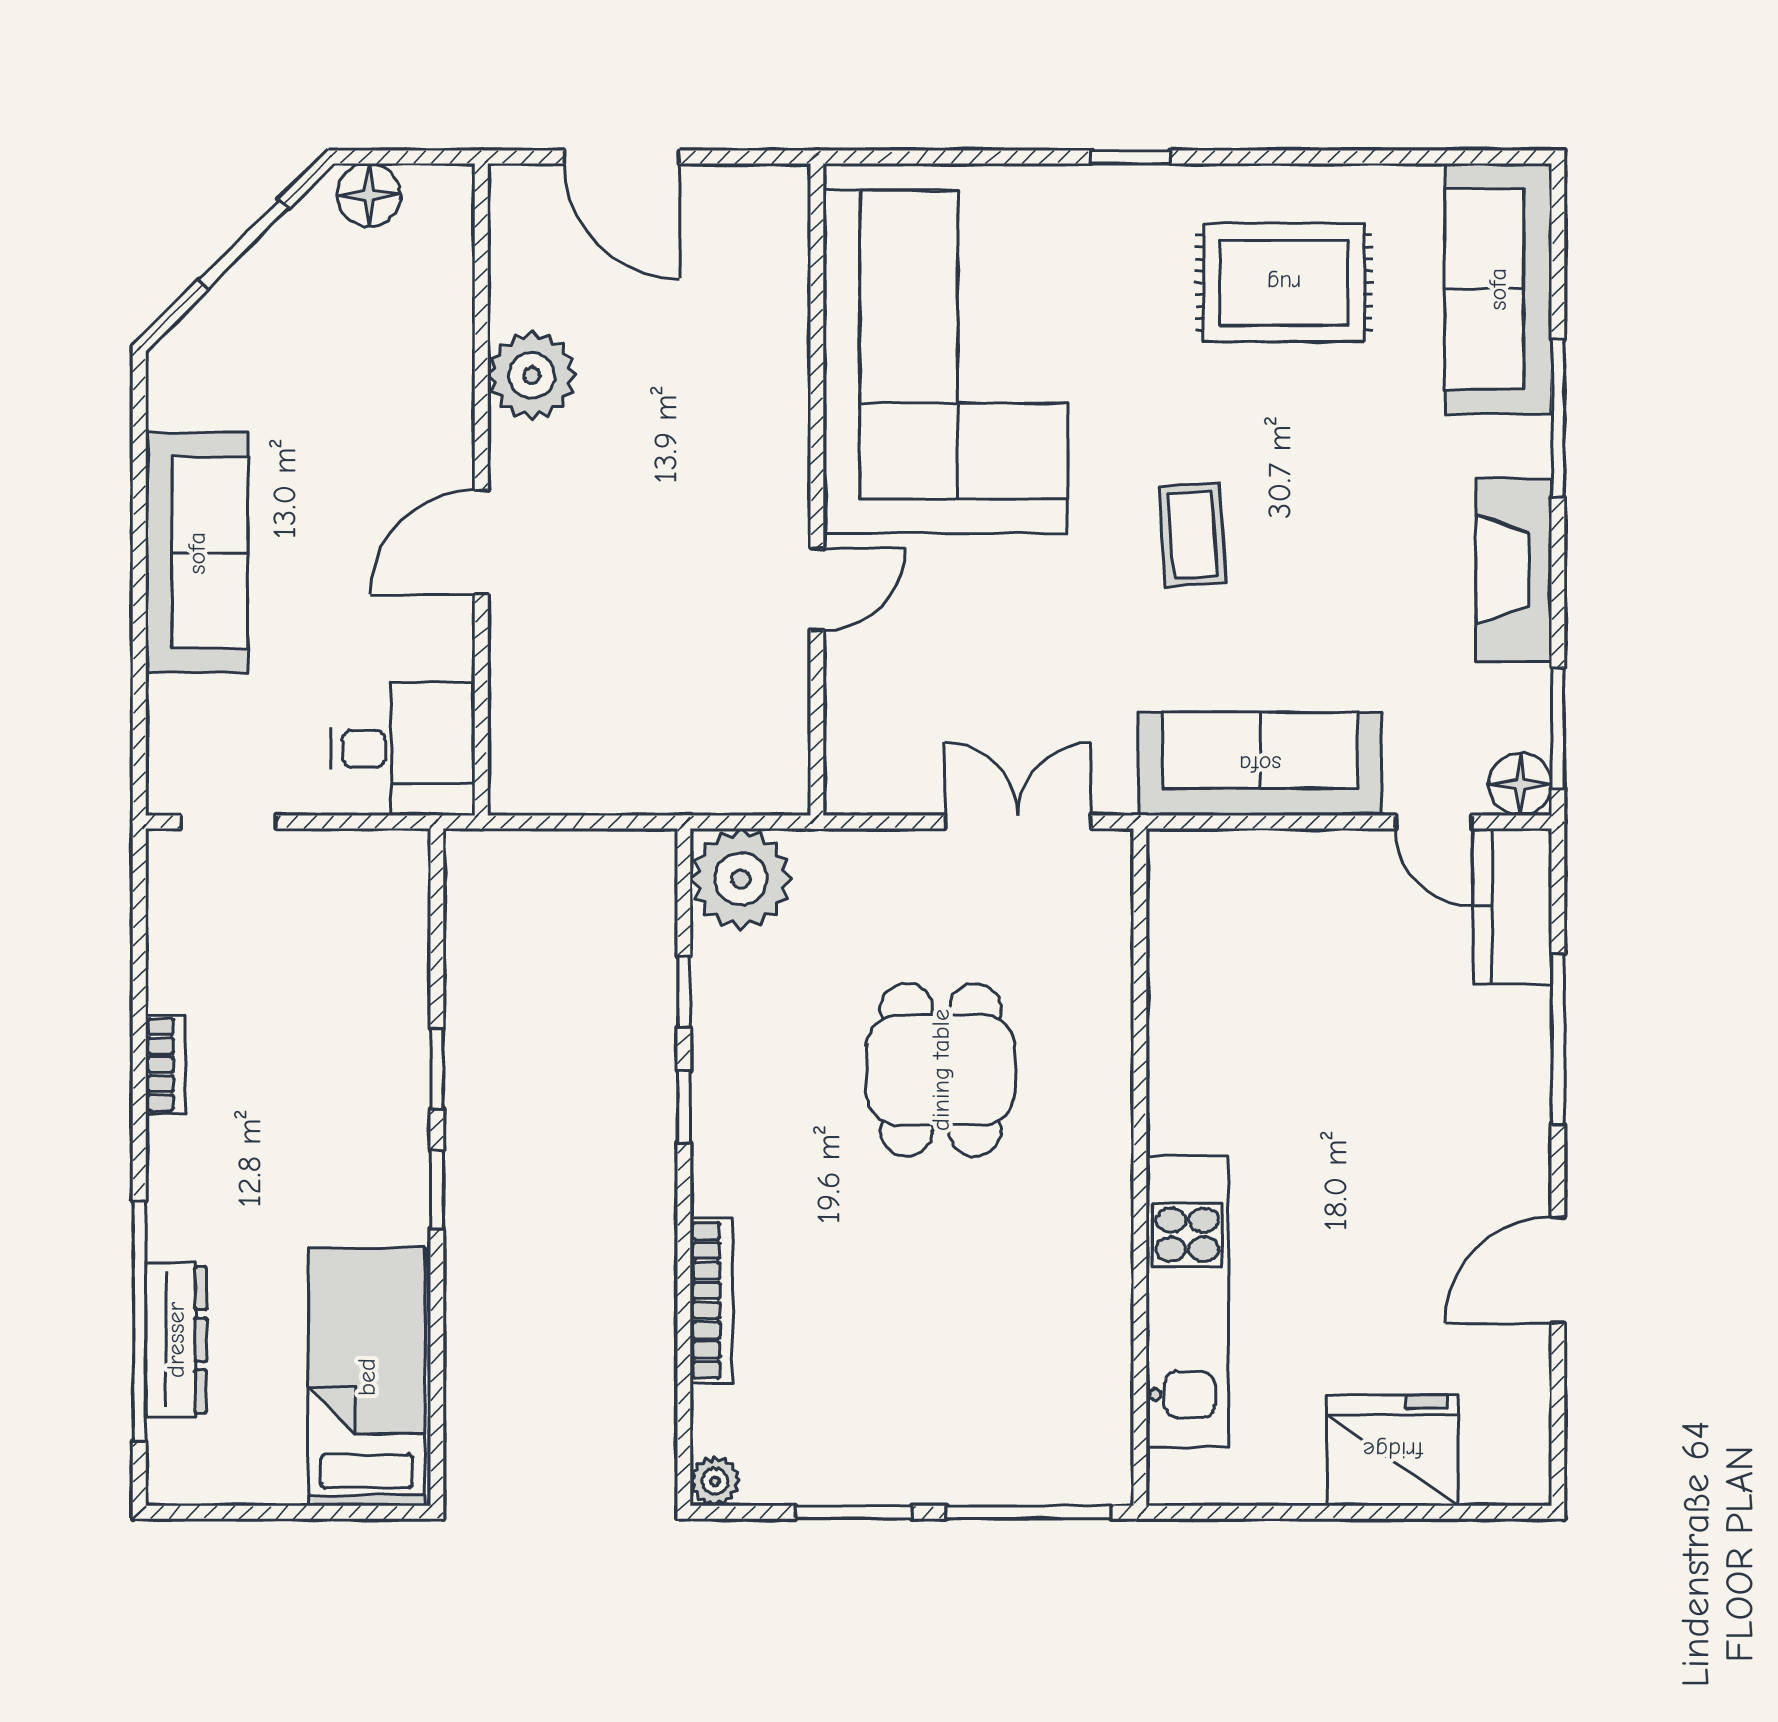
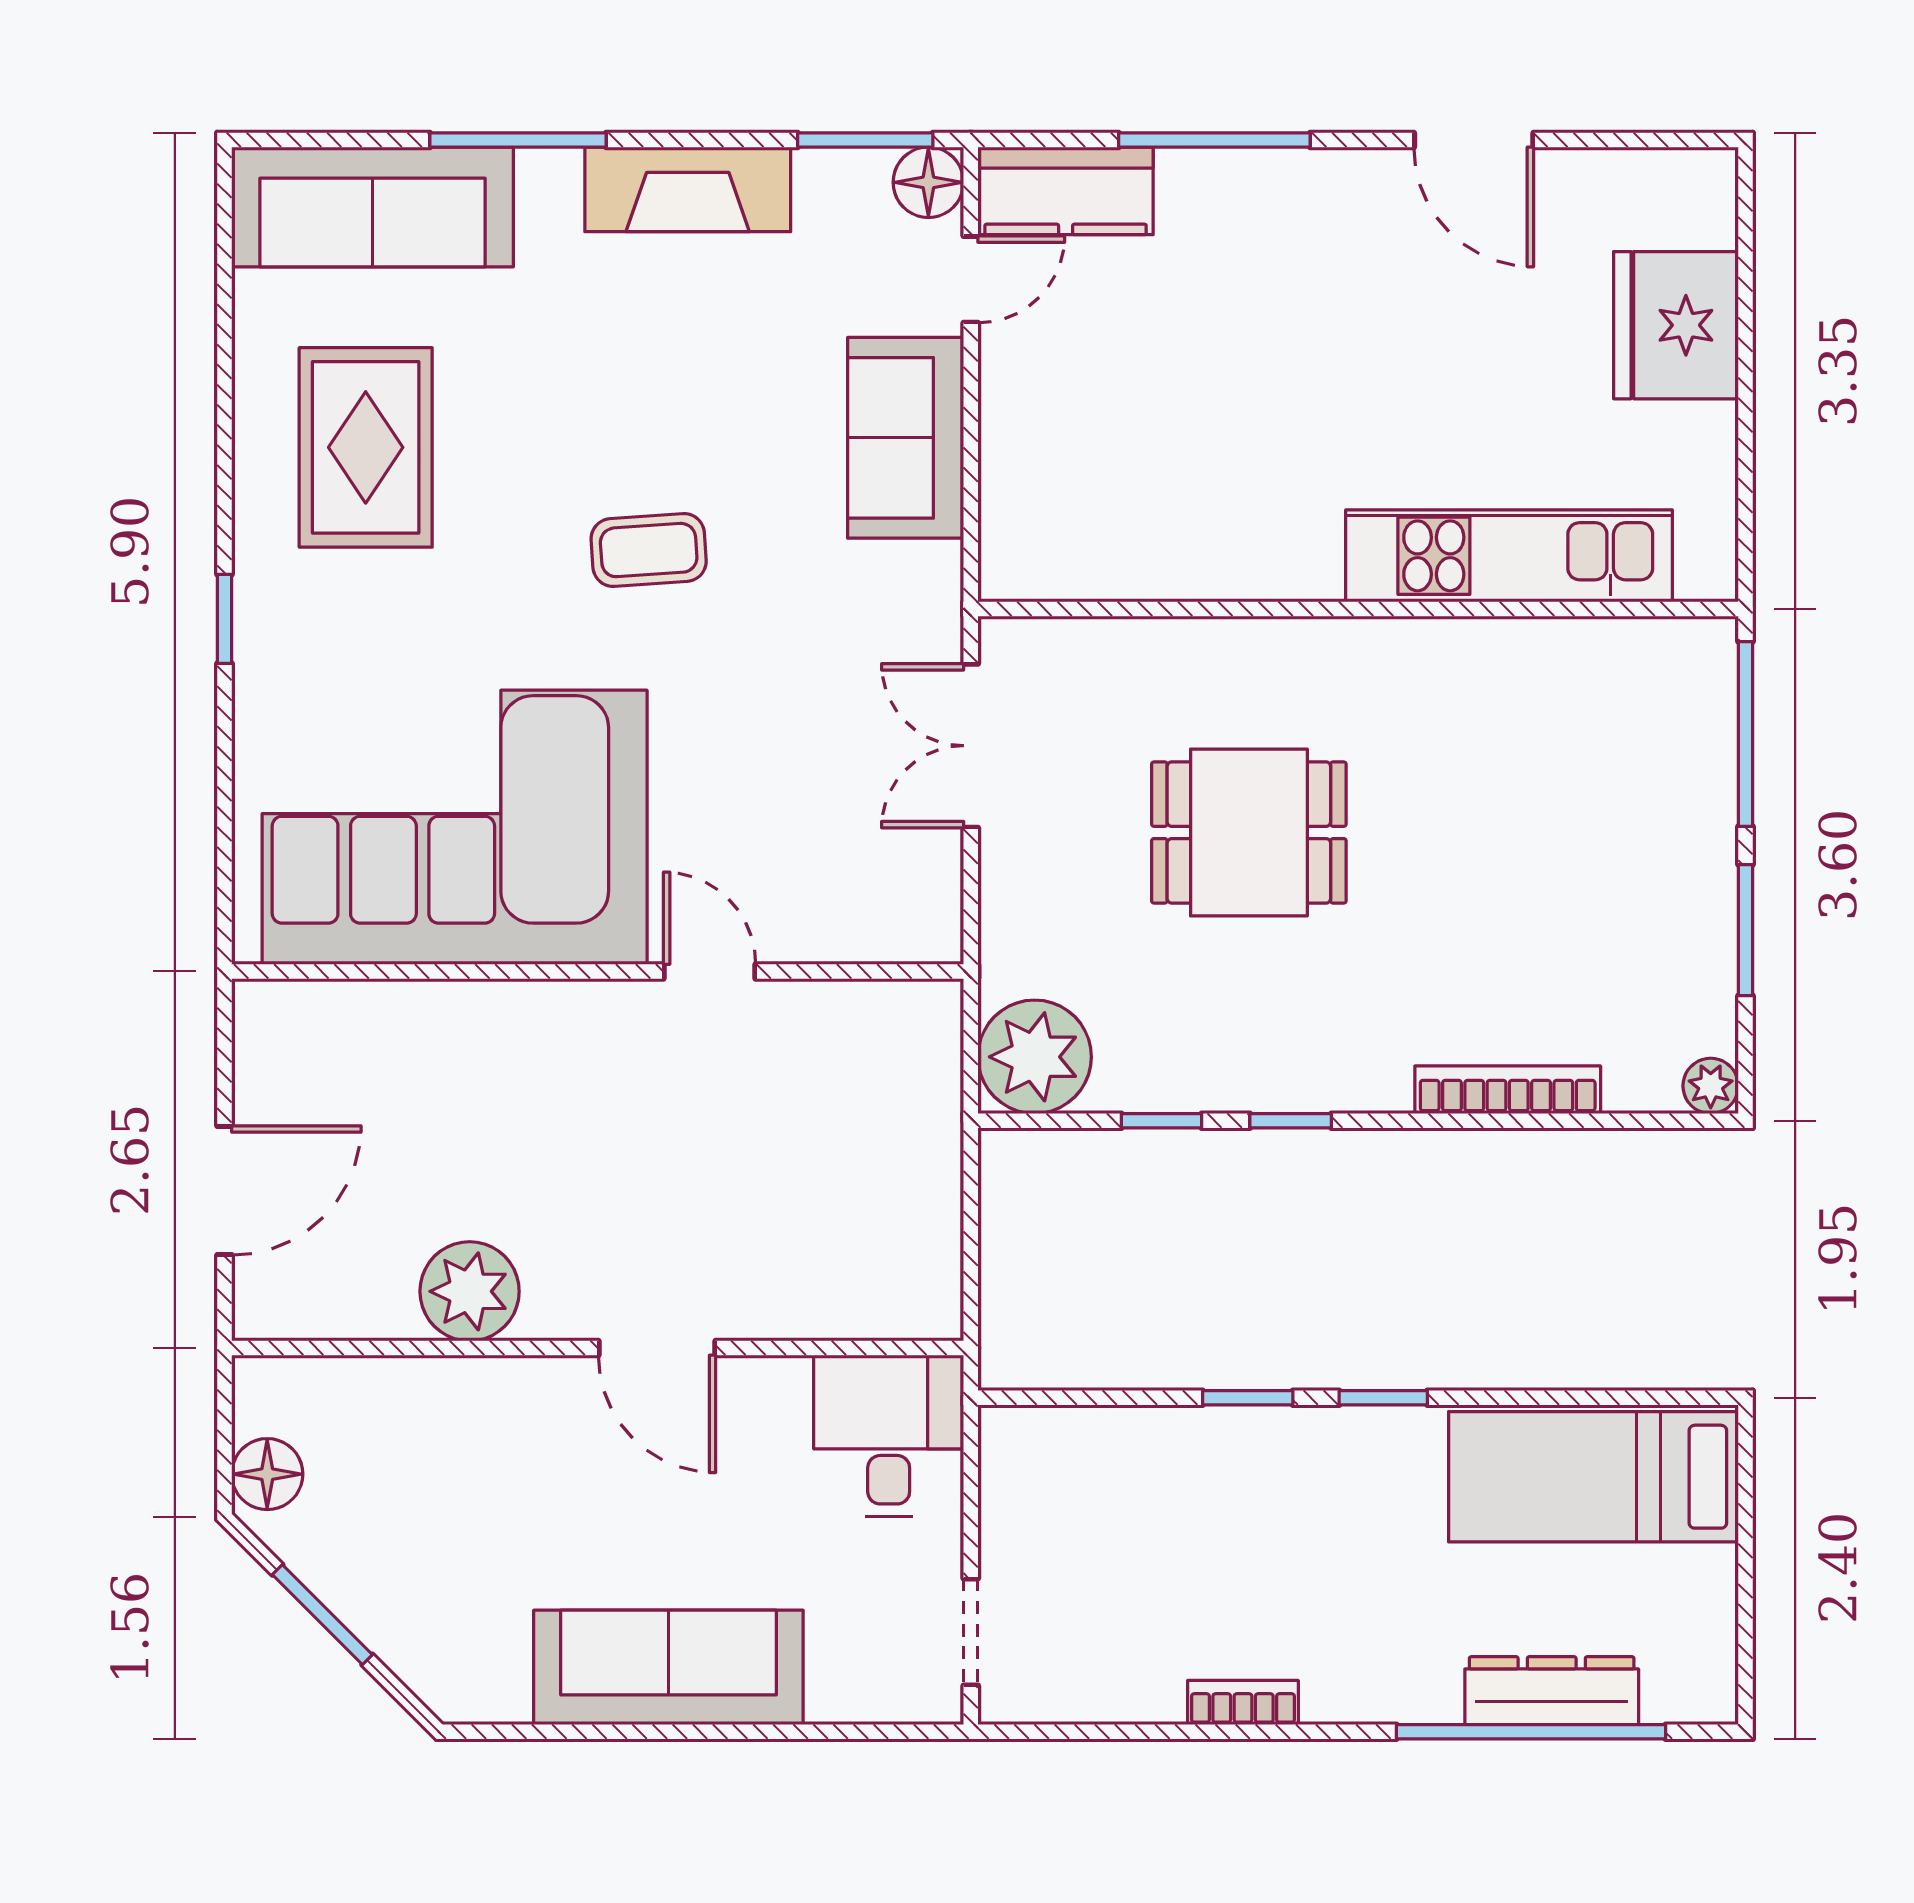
sofa: (1260, 764) -> (906, 438), width x0.73

